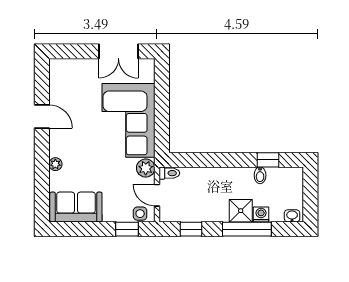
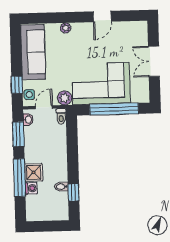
double door: (118, 51) -> (154, 61), moved
window: (162, 105) -> (114, 109), added
sofa: (76, 207) -> (33, 52), width x1.36
washbasin: (292, 216) -> (28, 120), moved
window: (191, 229) -> (18, 134), width x1.50

